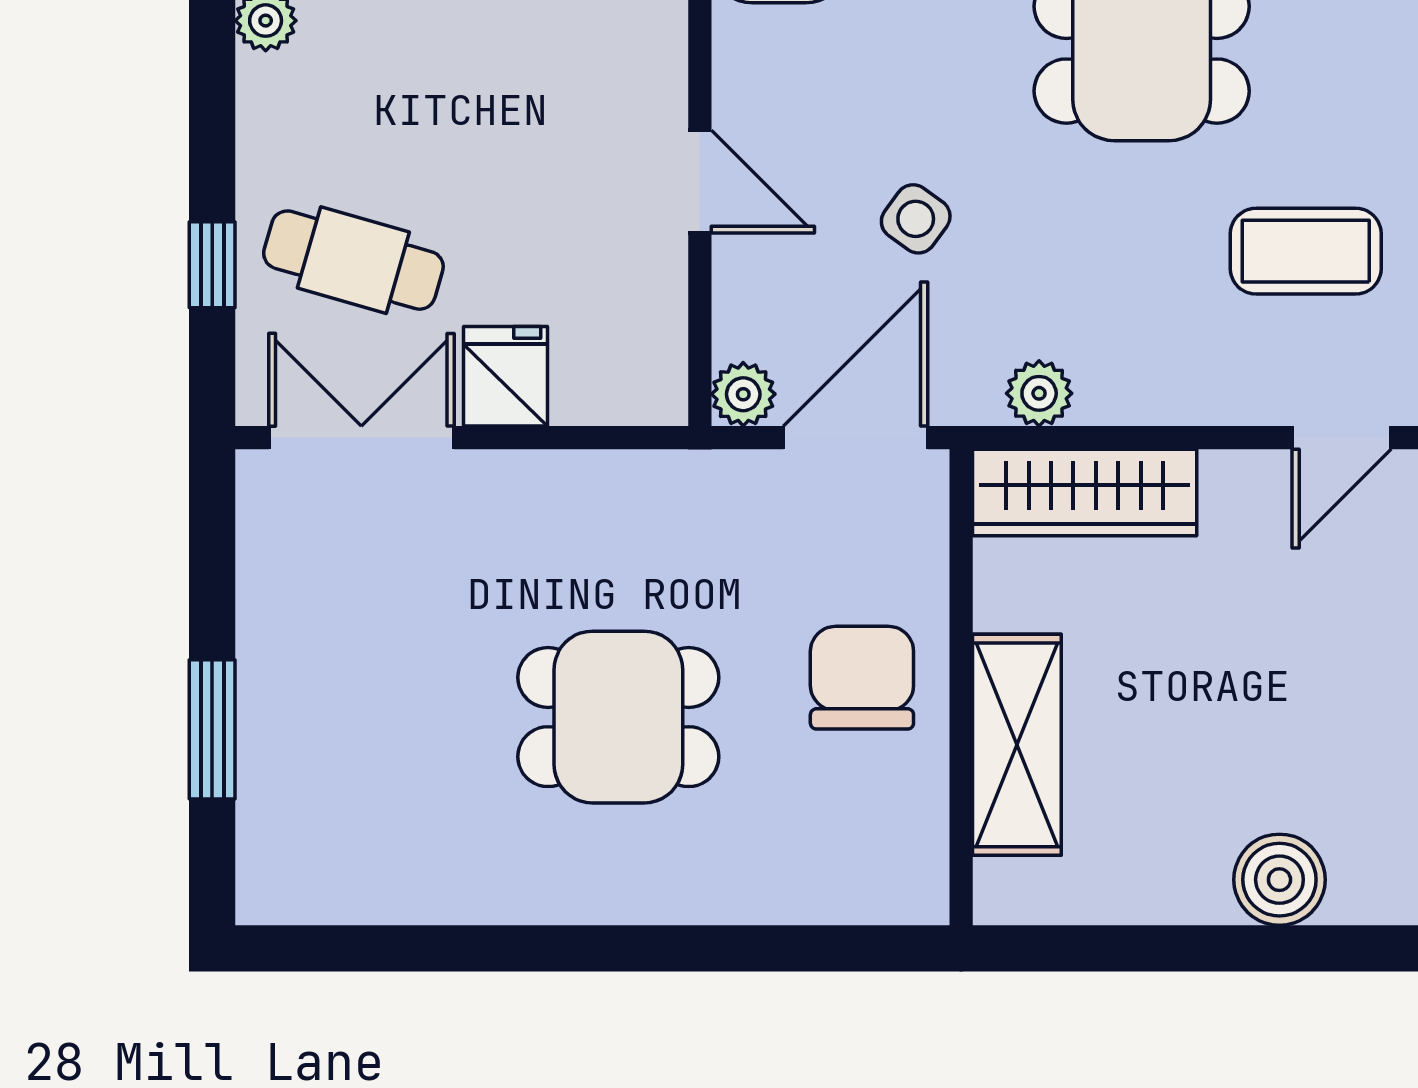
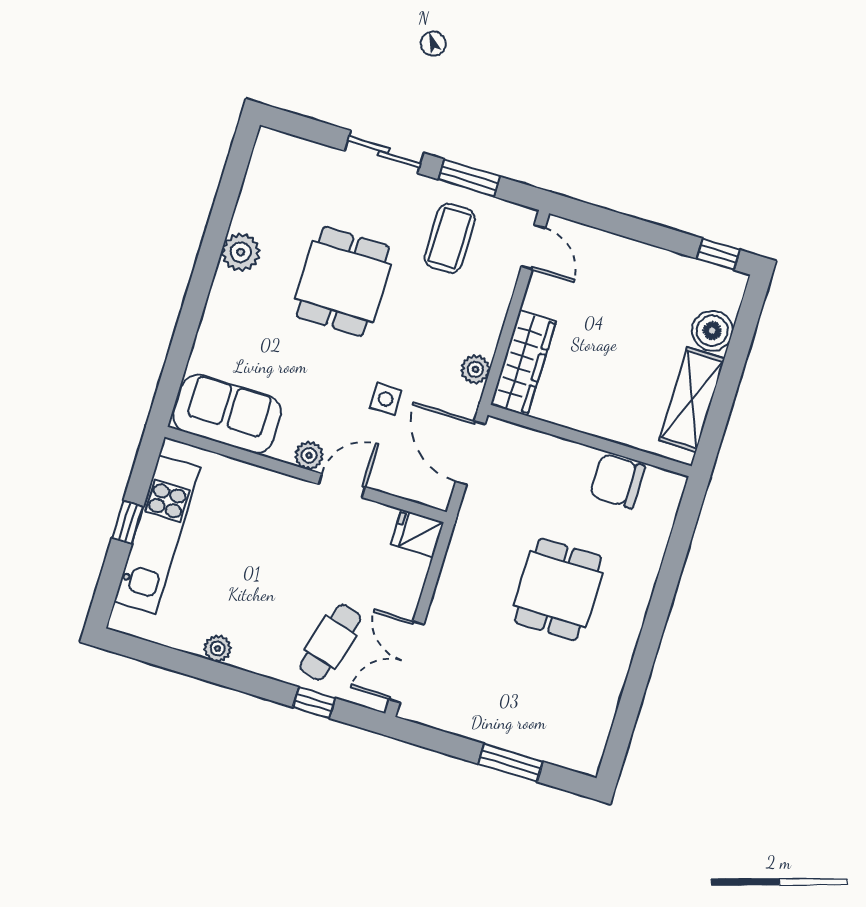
side table: (916, 219) -> (386, 399), turned -36
fridge: (505, 376) -> (417, 533), moved
plant: (743, 394) -> (309, 455), moved
chair: (862, 678) -> (617, 481), moved
shelving: (1017, 745) -> (692, 400), moved, turned 90

